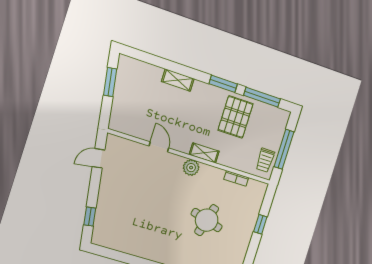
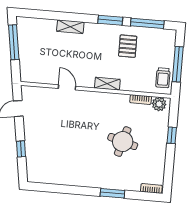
window: (110, 82) -> (14, 42), width x1.44
pallet: (236, 117) -> (128, 46), width x0.67, depth x0.71
plant: (191, 168) -> (159, 104), moved
window: (90, 216) -> (21, 149), moved

